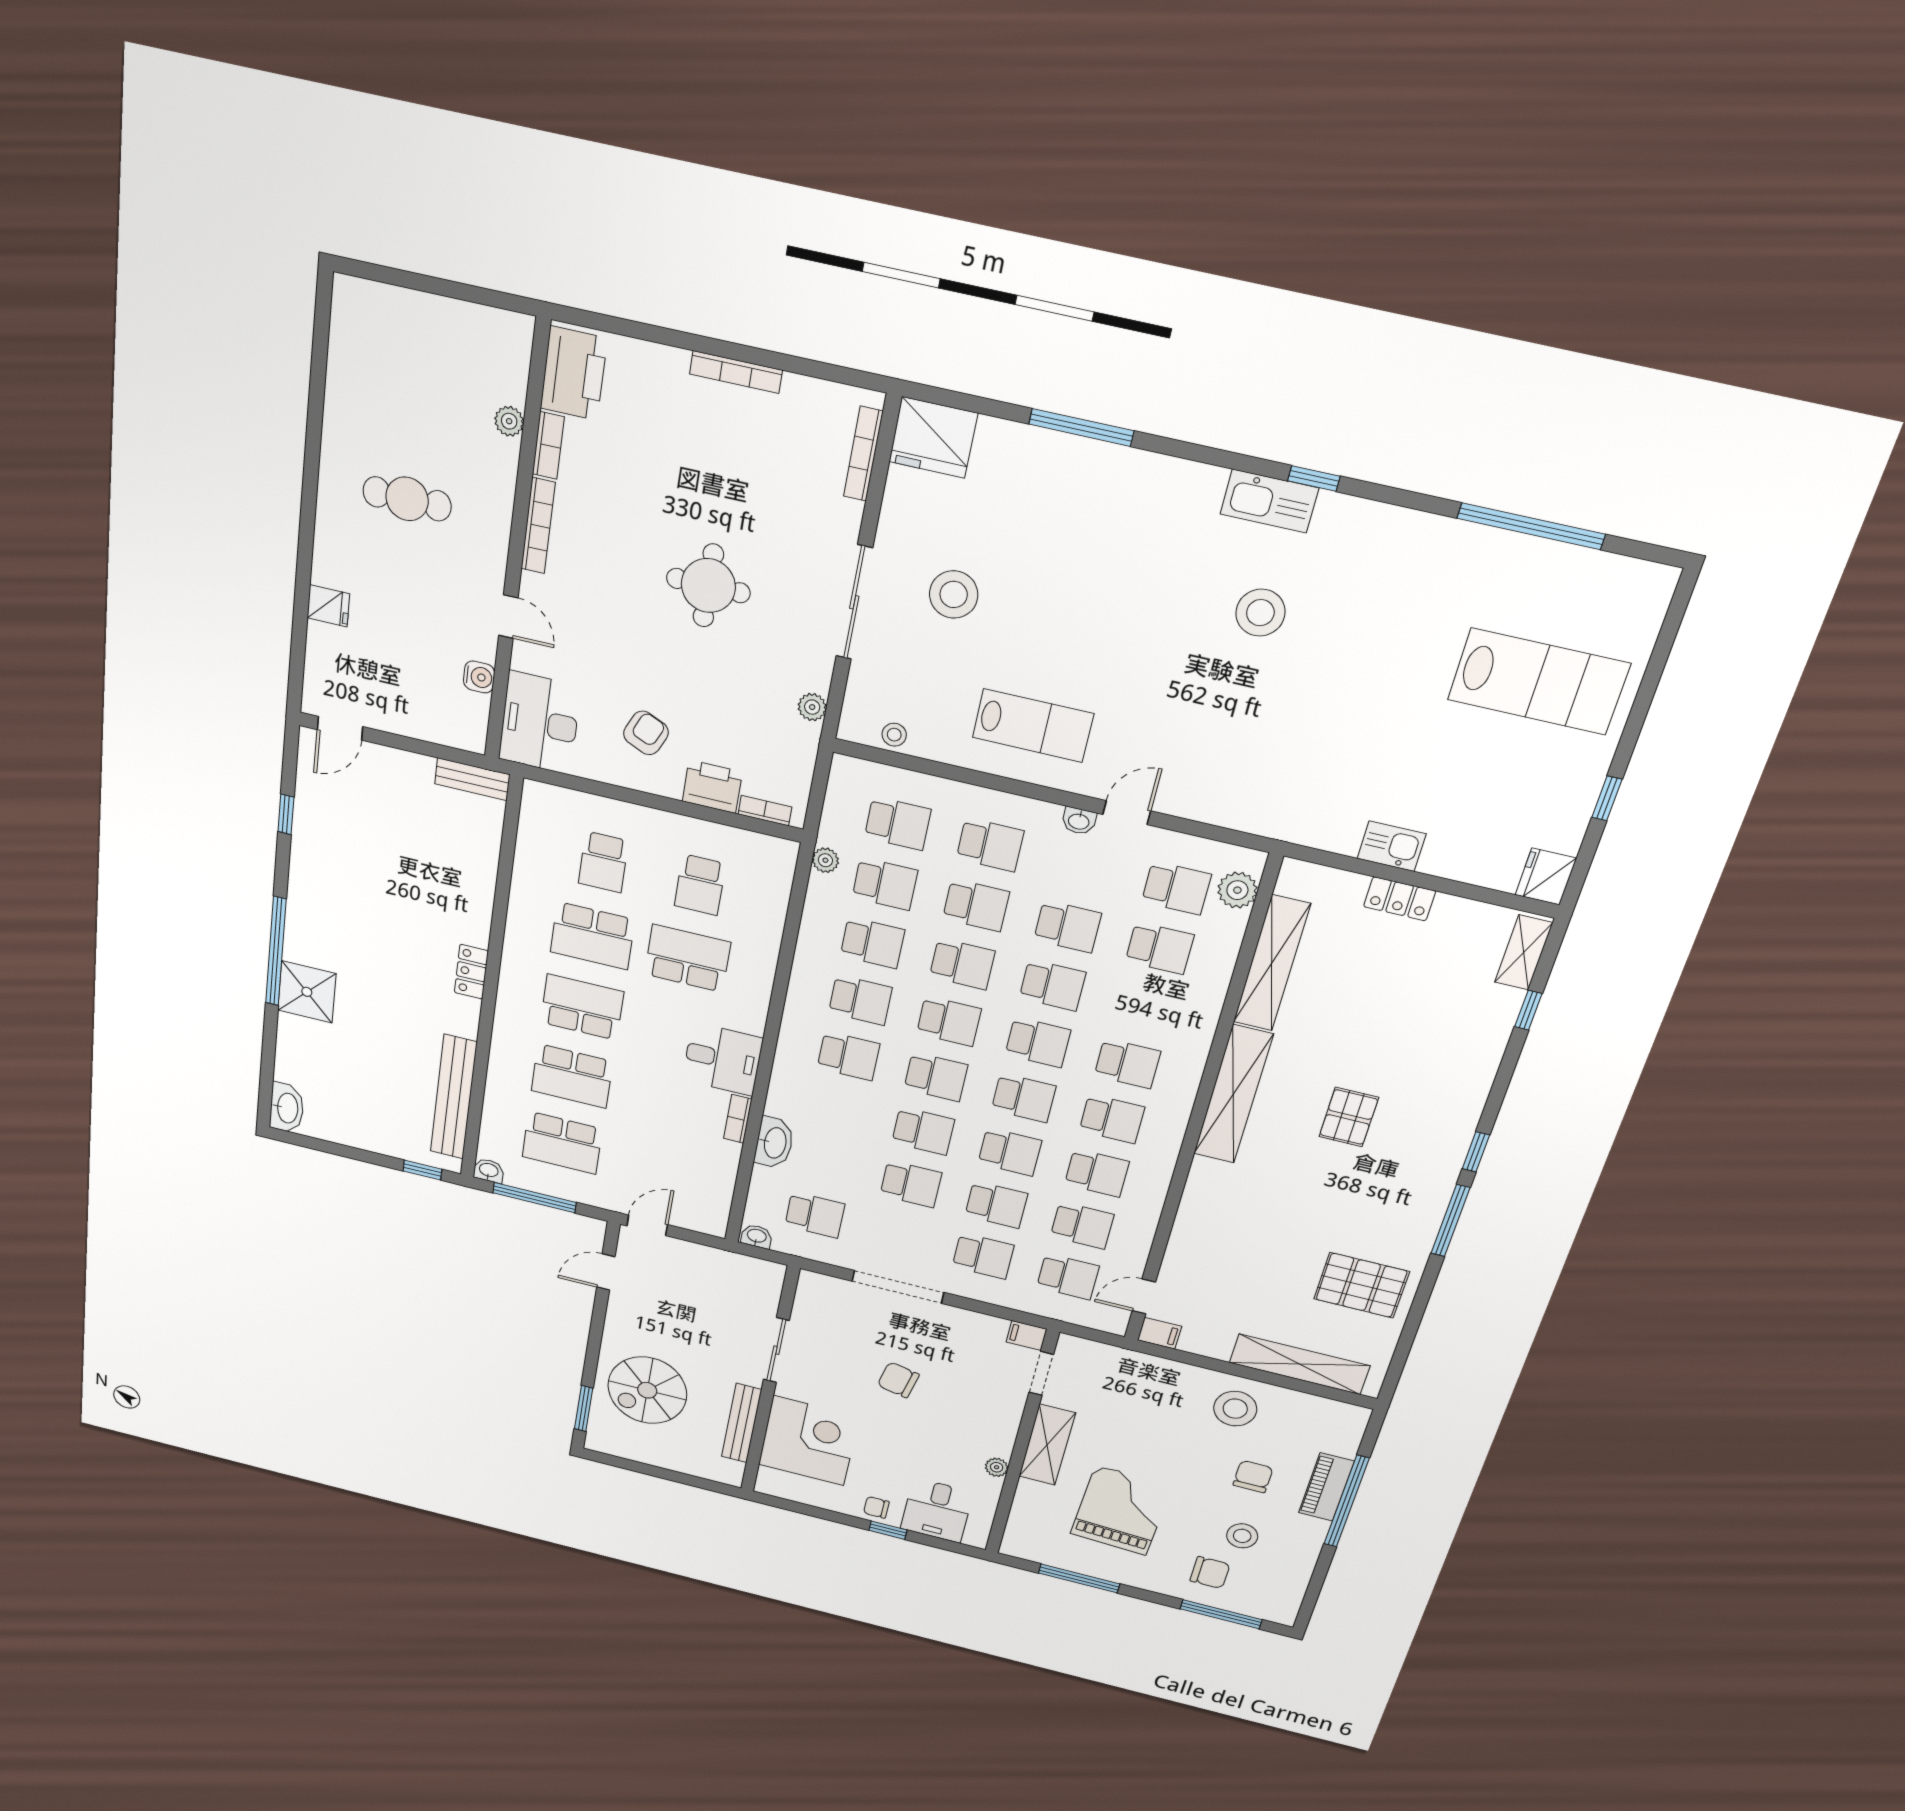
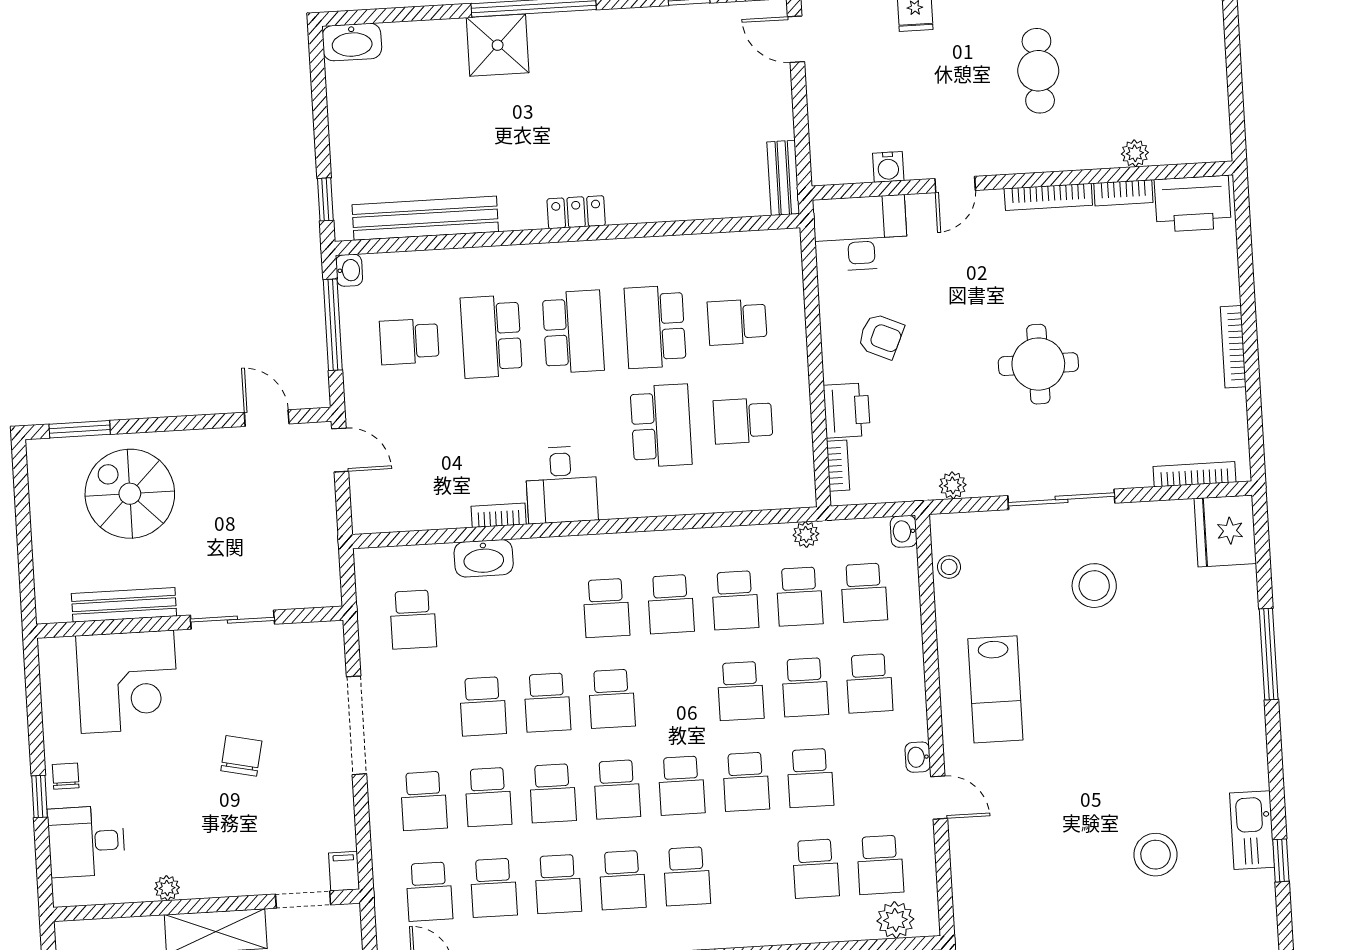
school desk: (949, 1021) -> (676, 695), removed
school desk: (562, 1143) -> (409, 341), width x0.54
washbasin: (757, 1236) -> (904, 531), moved, turned 180

